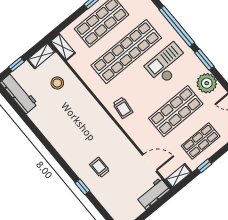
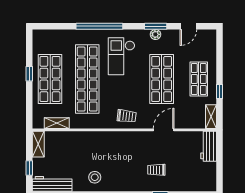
shelving: (63, 47) -> (57, 123), moved
window: (204, 59) -> (156, 26), moved
stool: (57, 83) -> (95, 177), moved
plant: (207, 83) -> (155, 34), width x0.53, depth x0.53
door: (150, 163) -> (164, 130), moved

